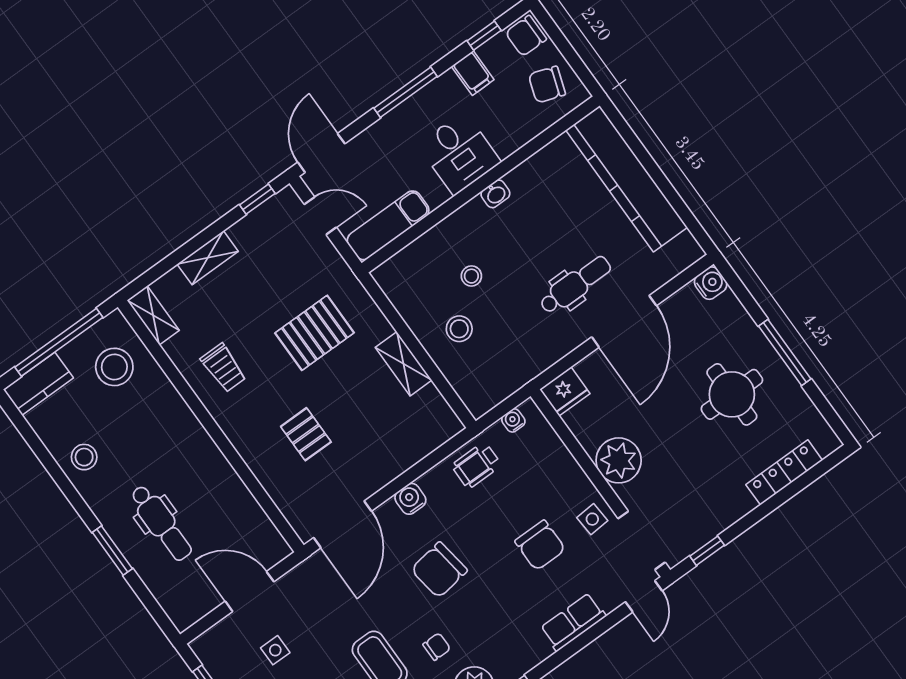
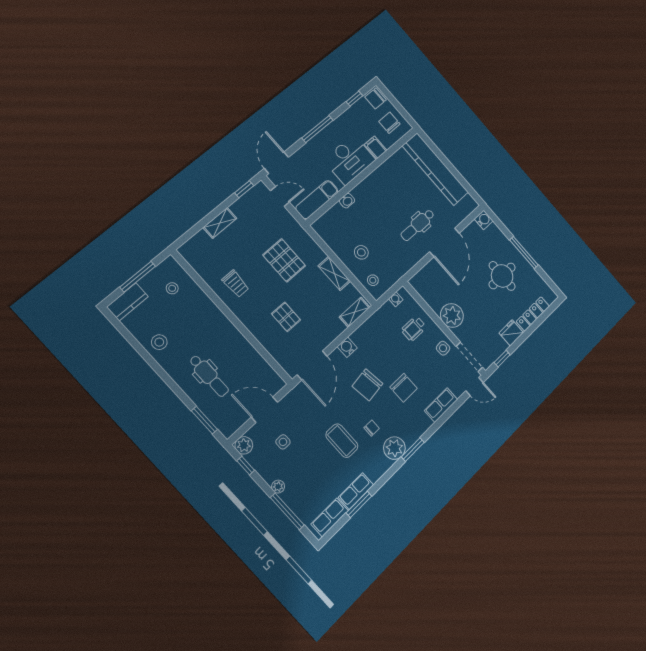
filing cabinet: (473, 73) -> (376, 147), moved, turned 180
chair: (547, 85) -> (389, 123), turned 71
desk: (459, 153) -> (349, 160), width x1.37
washbasin: (495, 194) -> (347, 201), moved
stool: (471, 276) -> (373, 280), moved
dental chair: (575, 285) -> (418, 225), turned 180
shelving: (153, 315) -> (355, 312), moved, turned 90
pallet: (315, 333) -> (284, 260), turned 90
window: (59, 342) -> (138, 277), width x0.68
stool: (114, 367) -> (172, 288), width x0.53, depth x0.53
fridge: (565, 391) -> (511, 333), moved, turned 180
wheelchair: (476, 465) -> (414, 329), moved
chair: (540, 545) -> (404, 388), moved
window: (112, 550) -> (204, 420), moved
door: (644, 596) -> (475, 387), hinge flipped
plant: (207, 647) -> (244, 445), added

